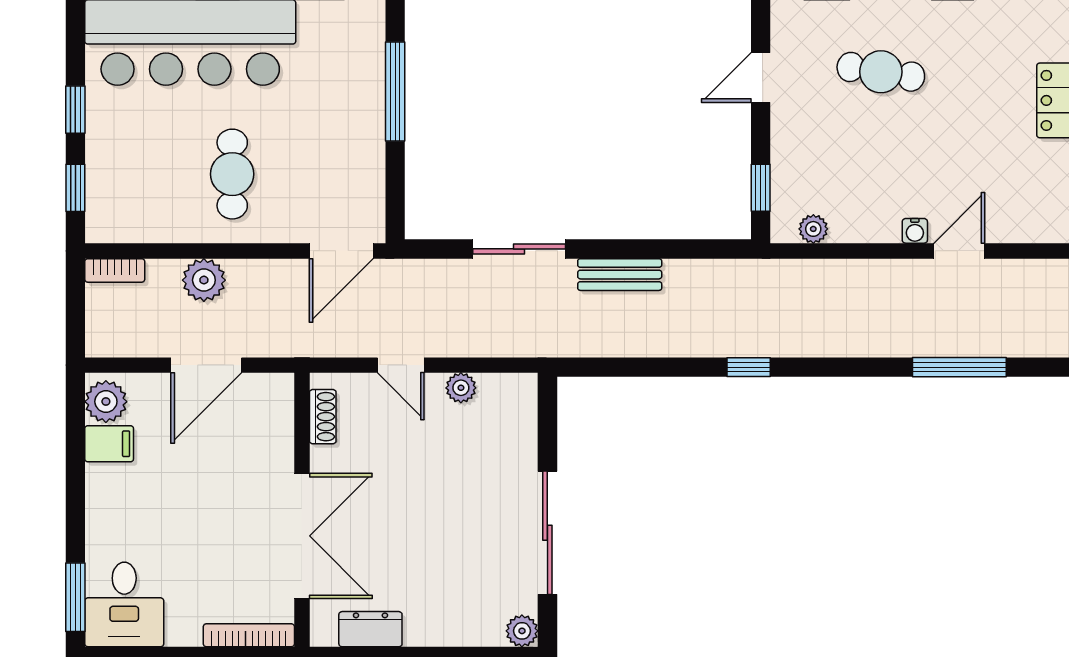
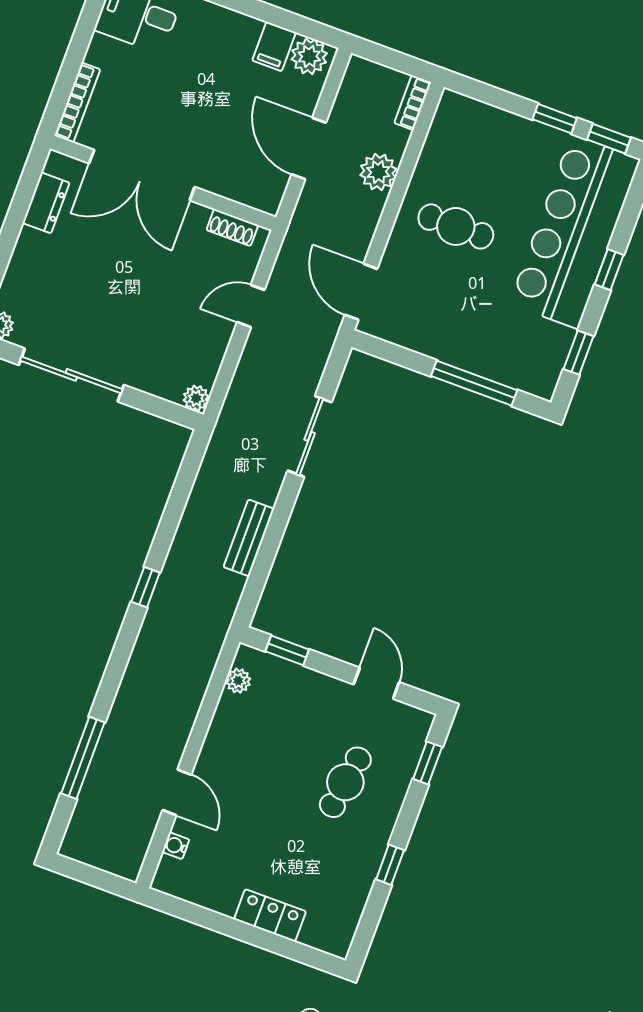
window: (75, 188) -> (609, 139), moved
water cooler: (915, 231) -> (176, 846), moved
bench: (620, 275) -> (249, 538), moved
plant: (461, 388) -> (196, 398), moved

